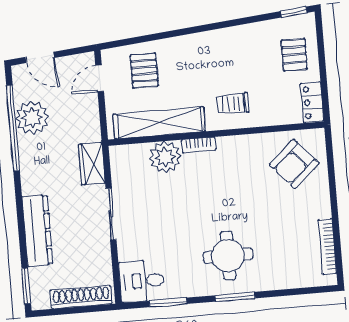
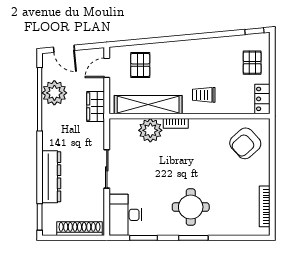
wardrobe: (92, 164) -> (96, 106), moved
desk: (142, 281) -> (125, 215), width x1.37

